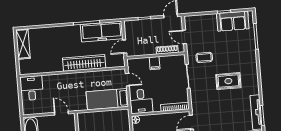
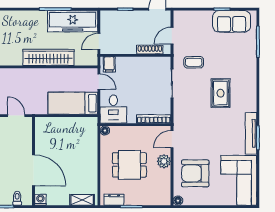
door: (185, 37) -> (172, 36), hinge flipped
filing cabinet: (155, 63) -> (109, 64), moved
rug: (228, 81) -> (220, 93), turned 90

